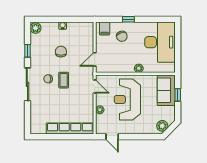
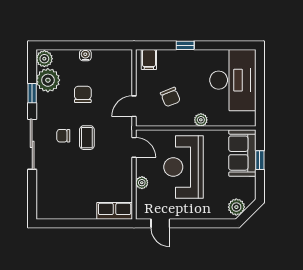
chair: (122, 36) -> (170, 97), moved
plant: (38, 42) -> (48, 80), added
row of seats: (70, 128) -> (115, 211), width x0.50

